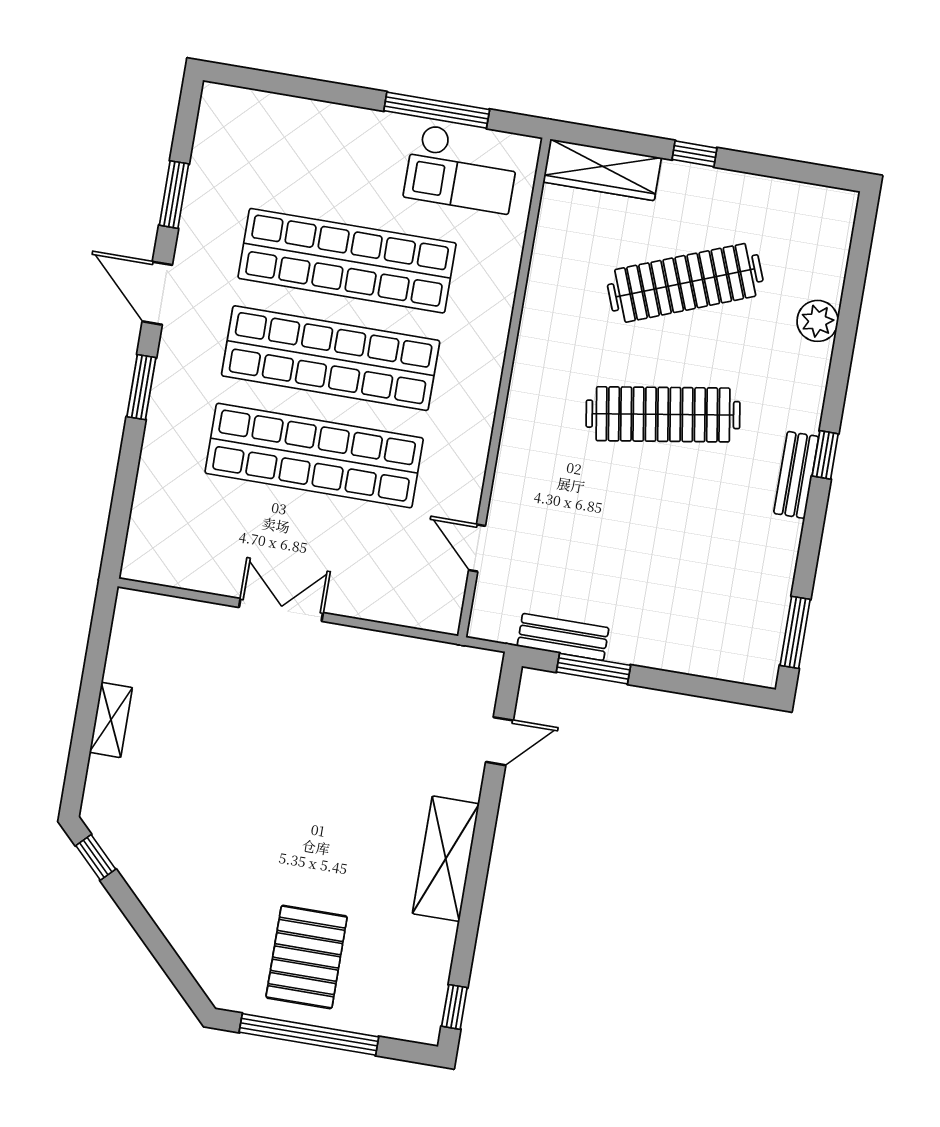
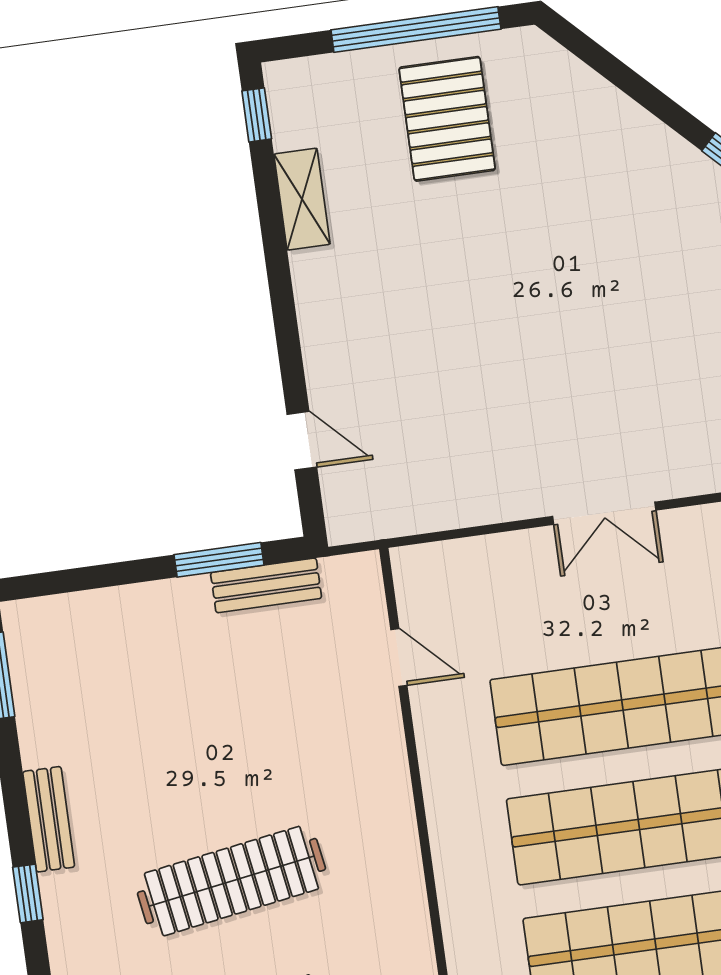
bench: (796, 475) -> (49, 819), moved
door: (499, 741) -> (302, 441), swing flipped
shelving: (446, 859) -> (302, 199), moved, width x0.67, depth x0.75

